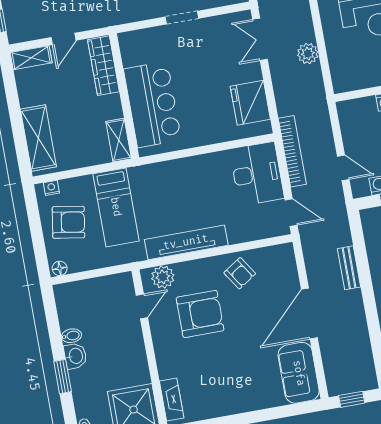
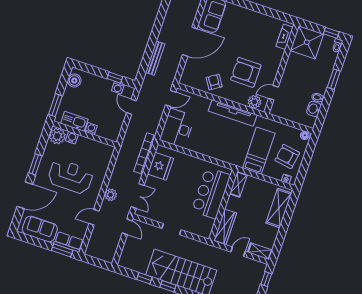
plant: (308, 54) -> (111, 195), moved
bookcase: (292, 151) -> (145, 154), moved
door: (291, 213) -> (171, 99), swing flipped
bench: (349, 268) -> (155, 58), width x1.36
washbasin: (75, 356) -> (314, 109), moved

